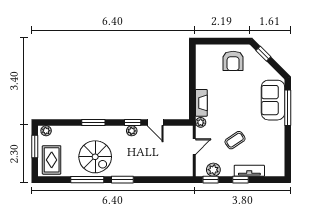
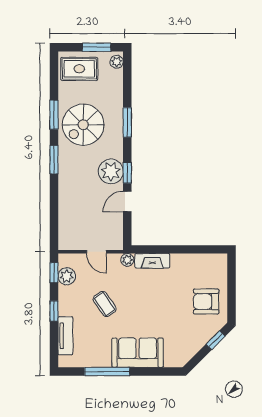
sofa: (273, 100) -> (138, 353), moved
window: (288, 108) -> (107, 372), moved
plant: (132, 131) -> (111, 172), width x1.87, depth x1.87
tv unit: (249, 171) -> (65, 336), moved
window: (87, 180) -> (54, 115), width x0.69

